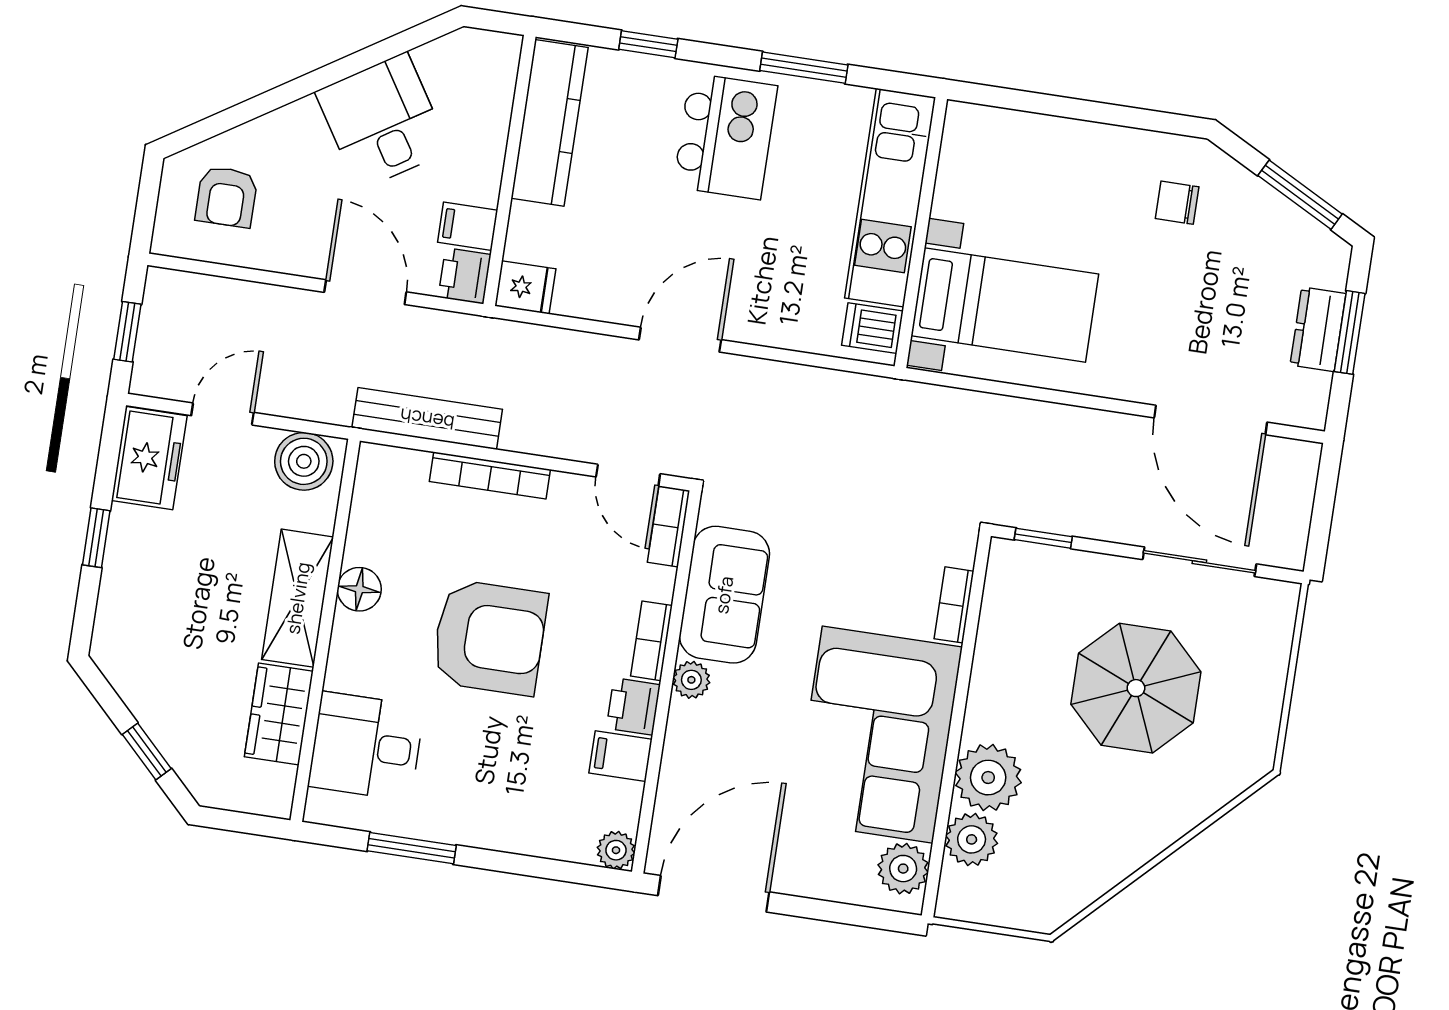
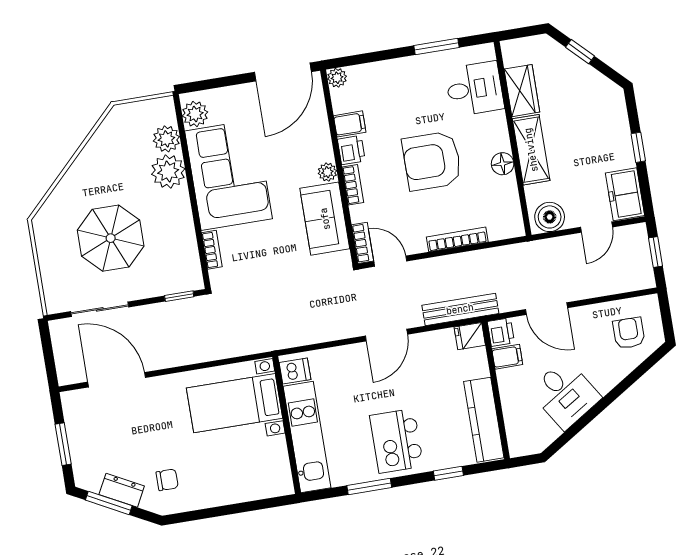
dresser: (1318, 329) -> (122, 490), moved, turned -62
bench: (427, 419) -> (460, 309), moved

